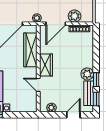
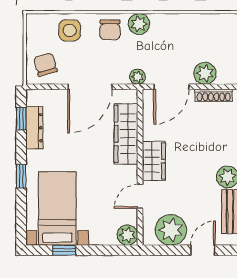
door: (38, 85) -> (140, 196), hinge flipped
plant: (31, 106) -> (127, 235), added
plant: (51, 108) -> (171, 230), width x1.88, depth x1.88

